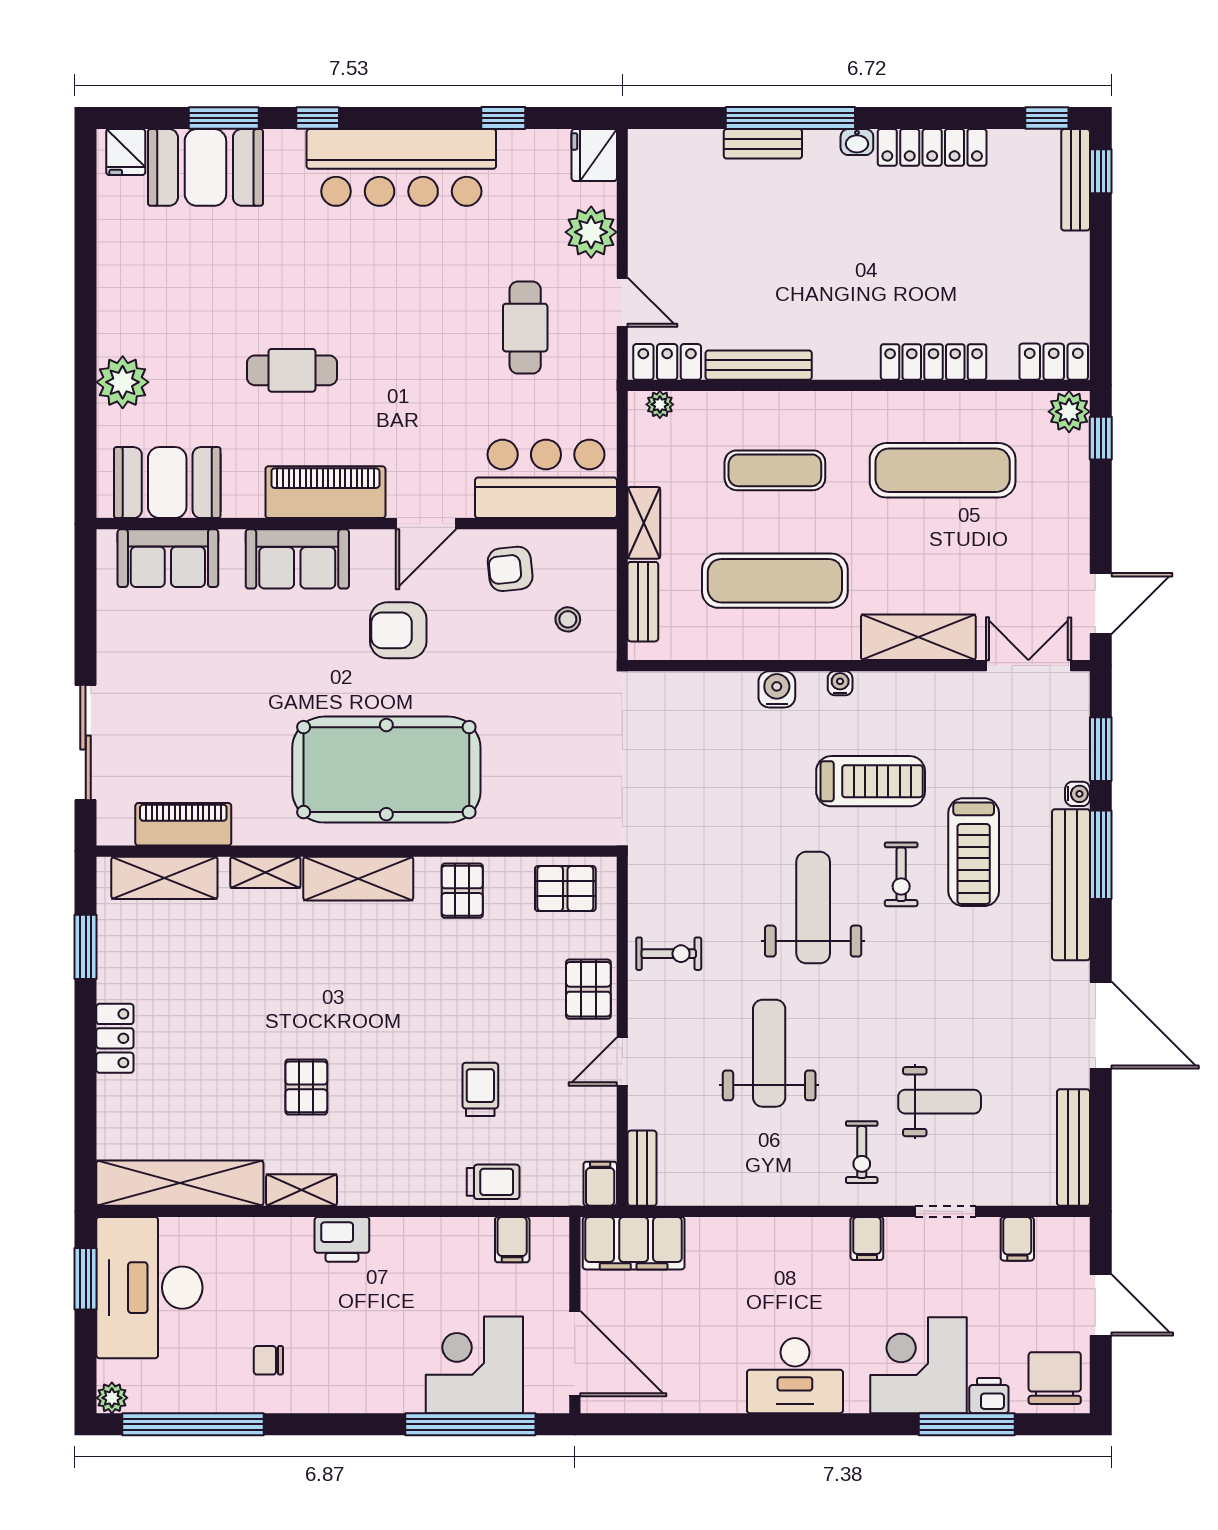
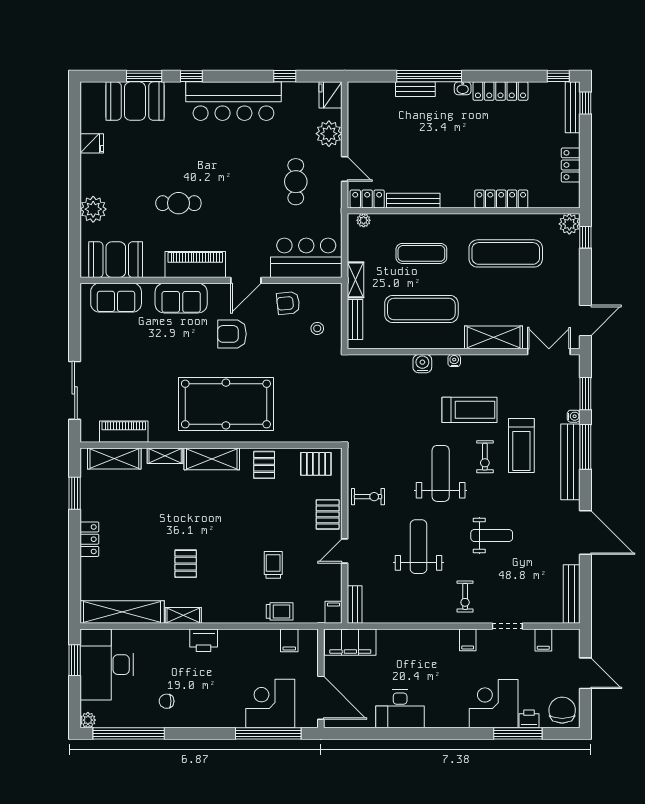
fridge: (126, 152) -> (92, 143), moved, turned -90
locker: (1054, 362) -> (571, 165), moved, turned -90
weight bench: (940, 1102) -> (492, 535), moved
desk: (795, 1376) -> (400, 709), moved

